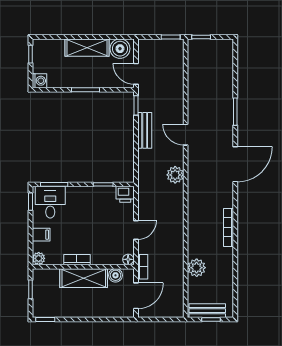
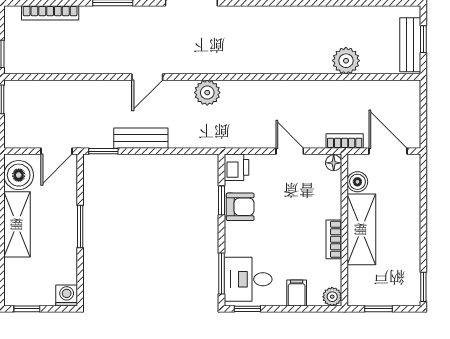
armchair: (99, 197) -> (240, 207), added
bookcase: (229, 227) -> (50, 13), moved

